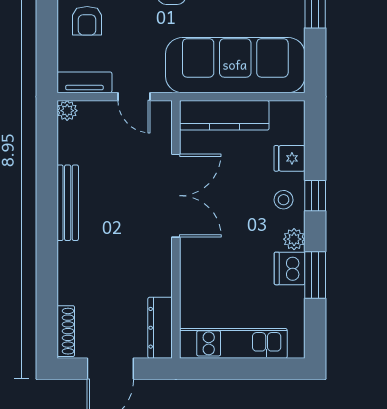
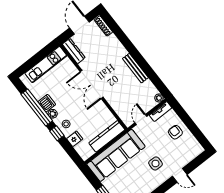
door: (134, 97) -> (141, 119), hinge flipped
double door: (176, 196) -> (92, 84), moved
window: (315, 275) -> (37, 107), width x2.11

